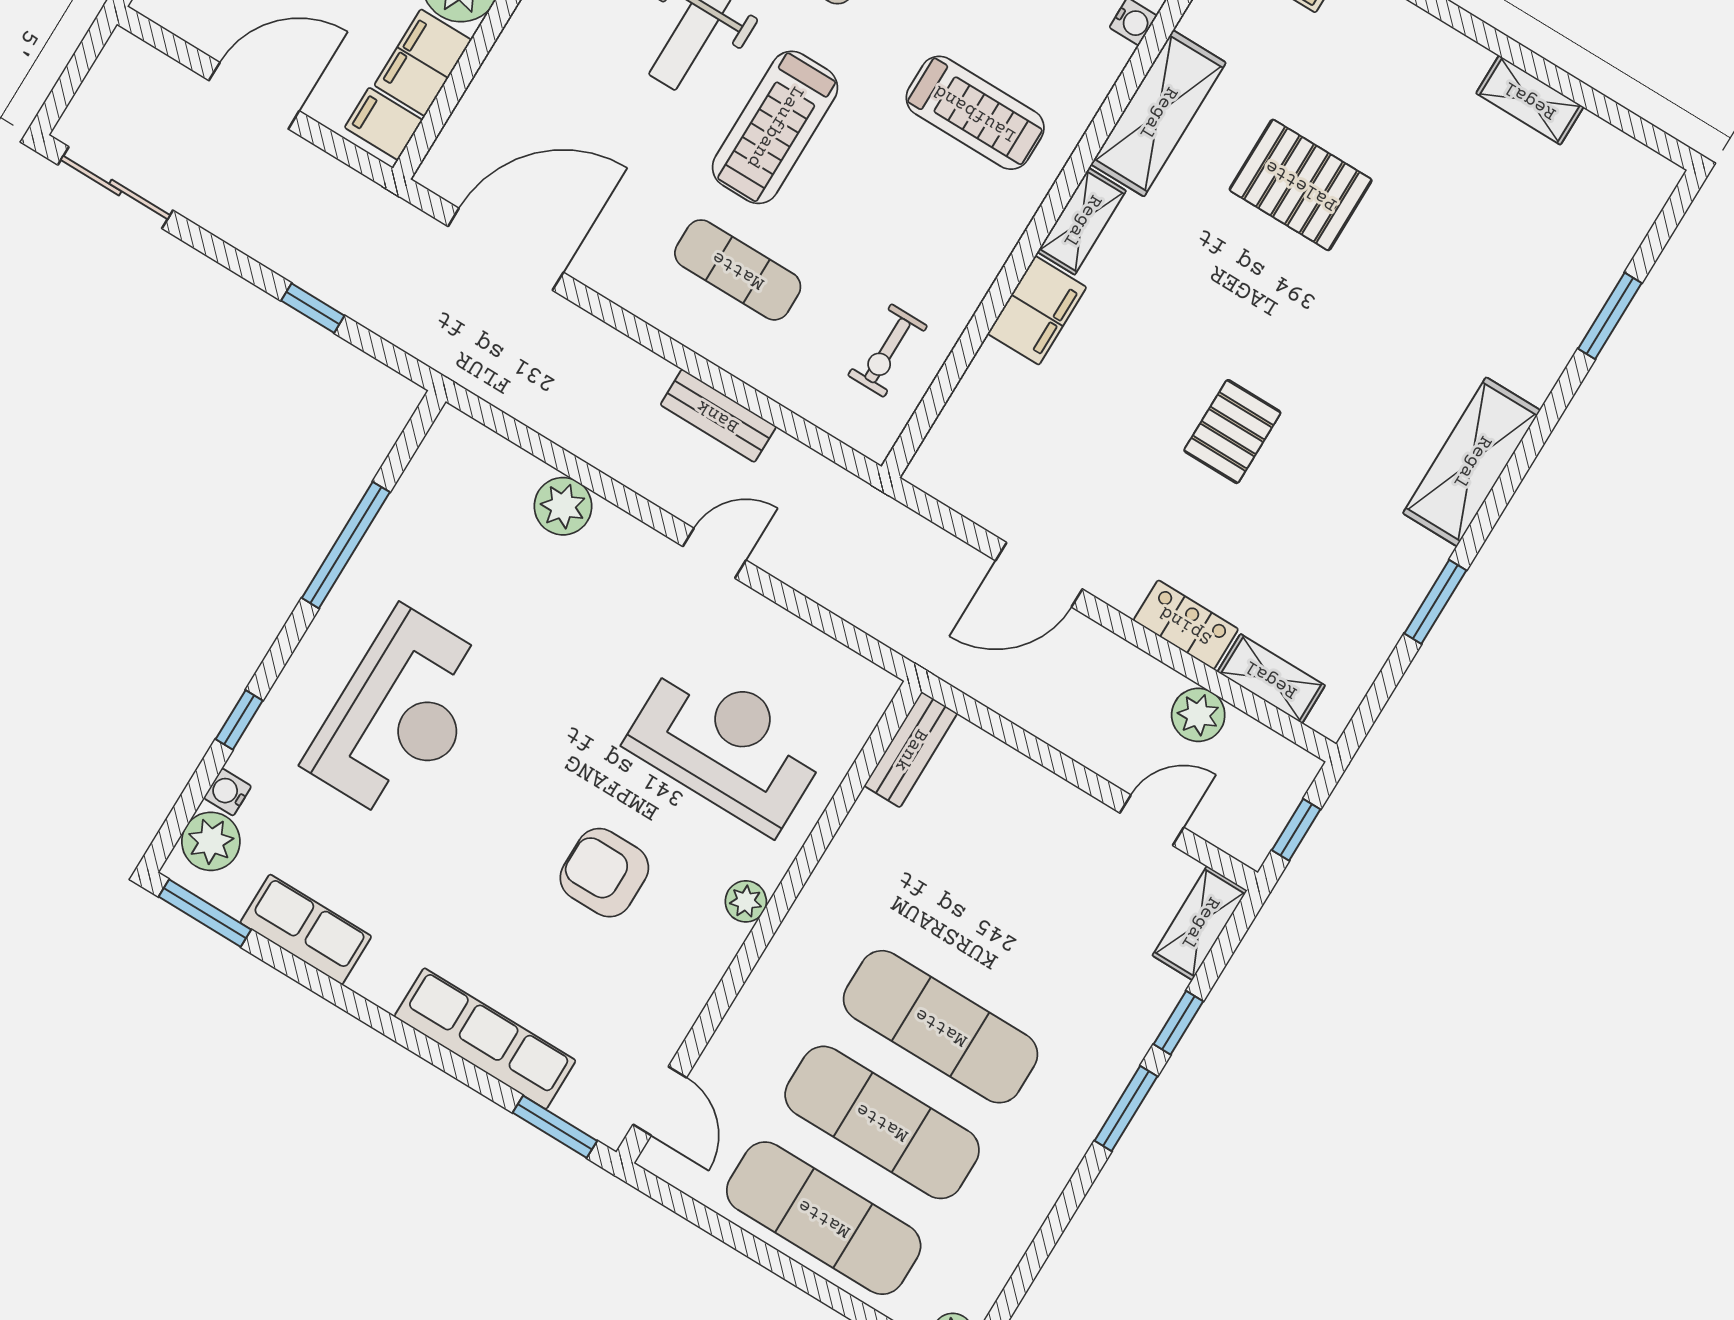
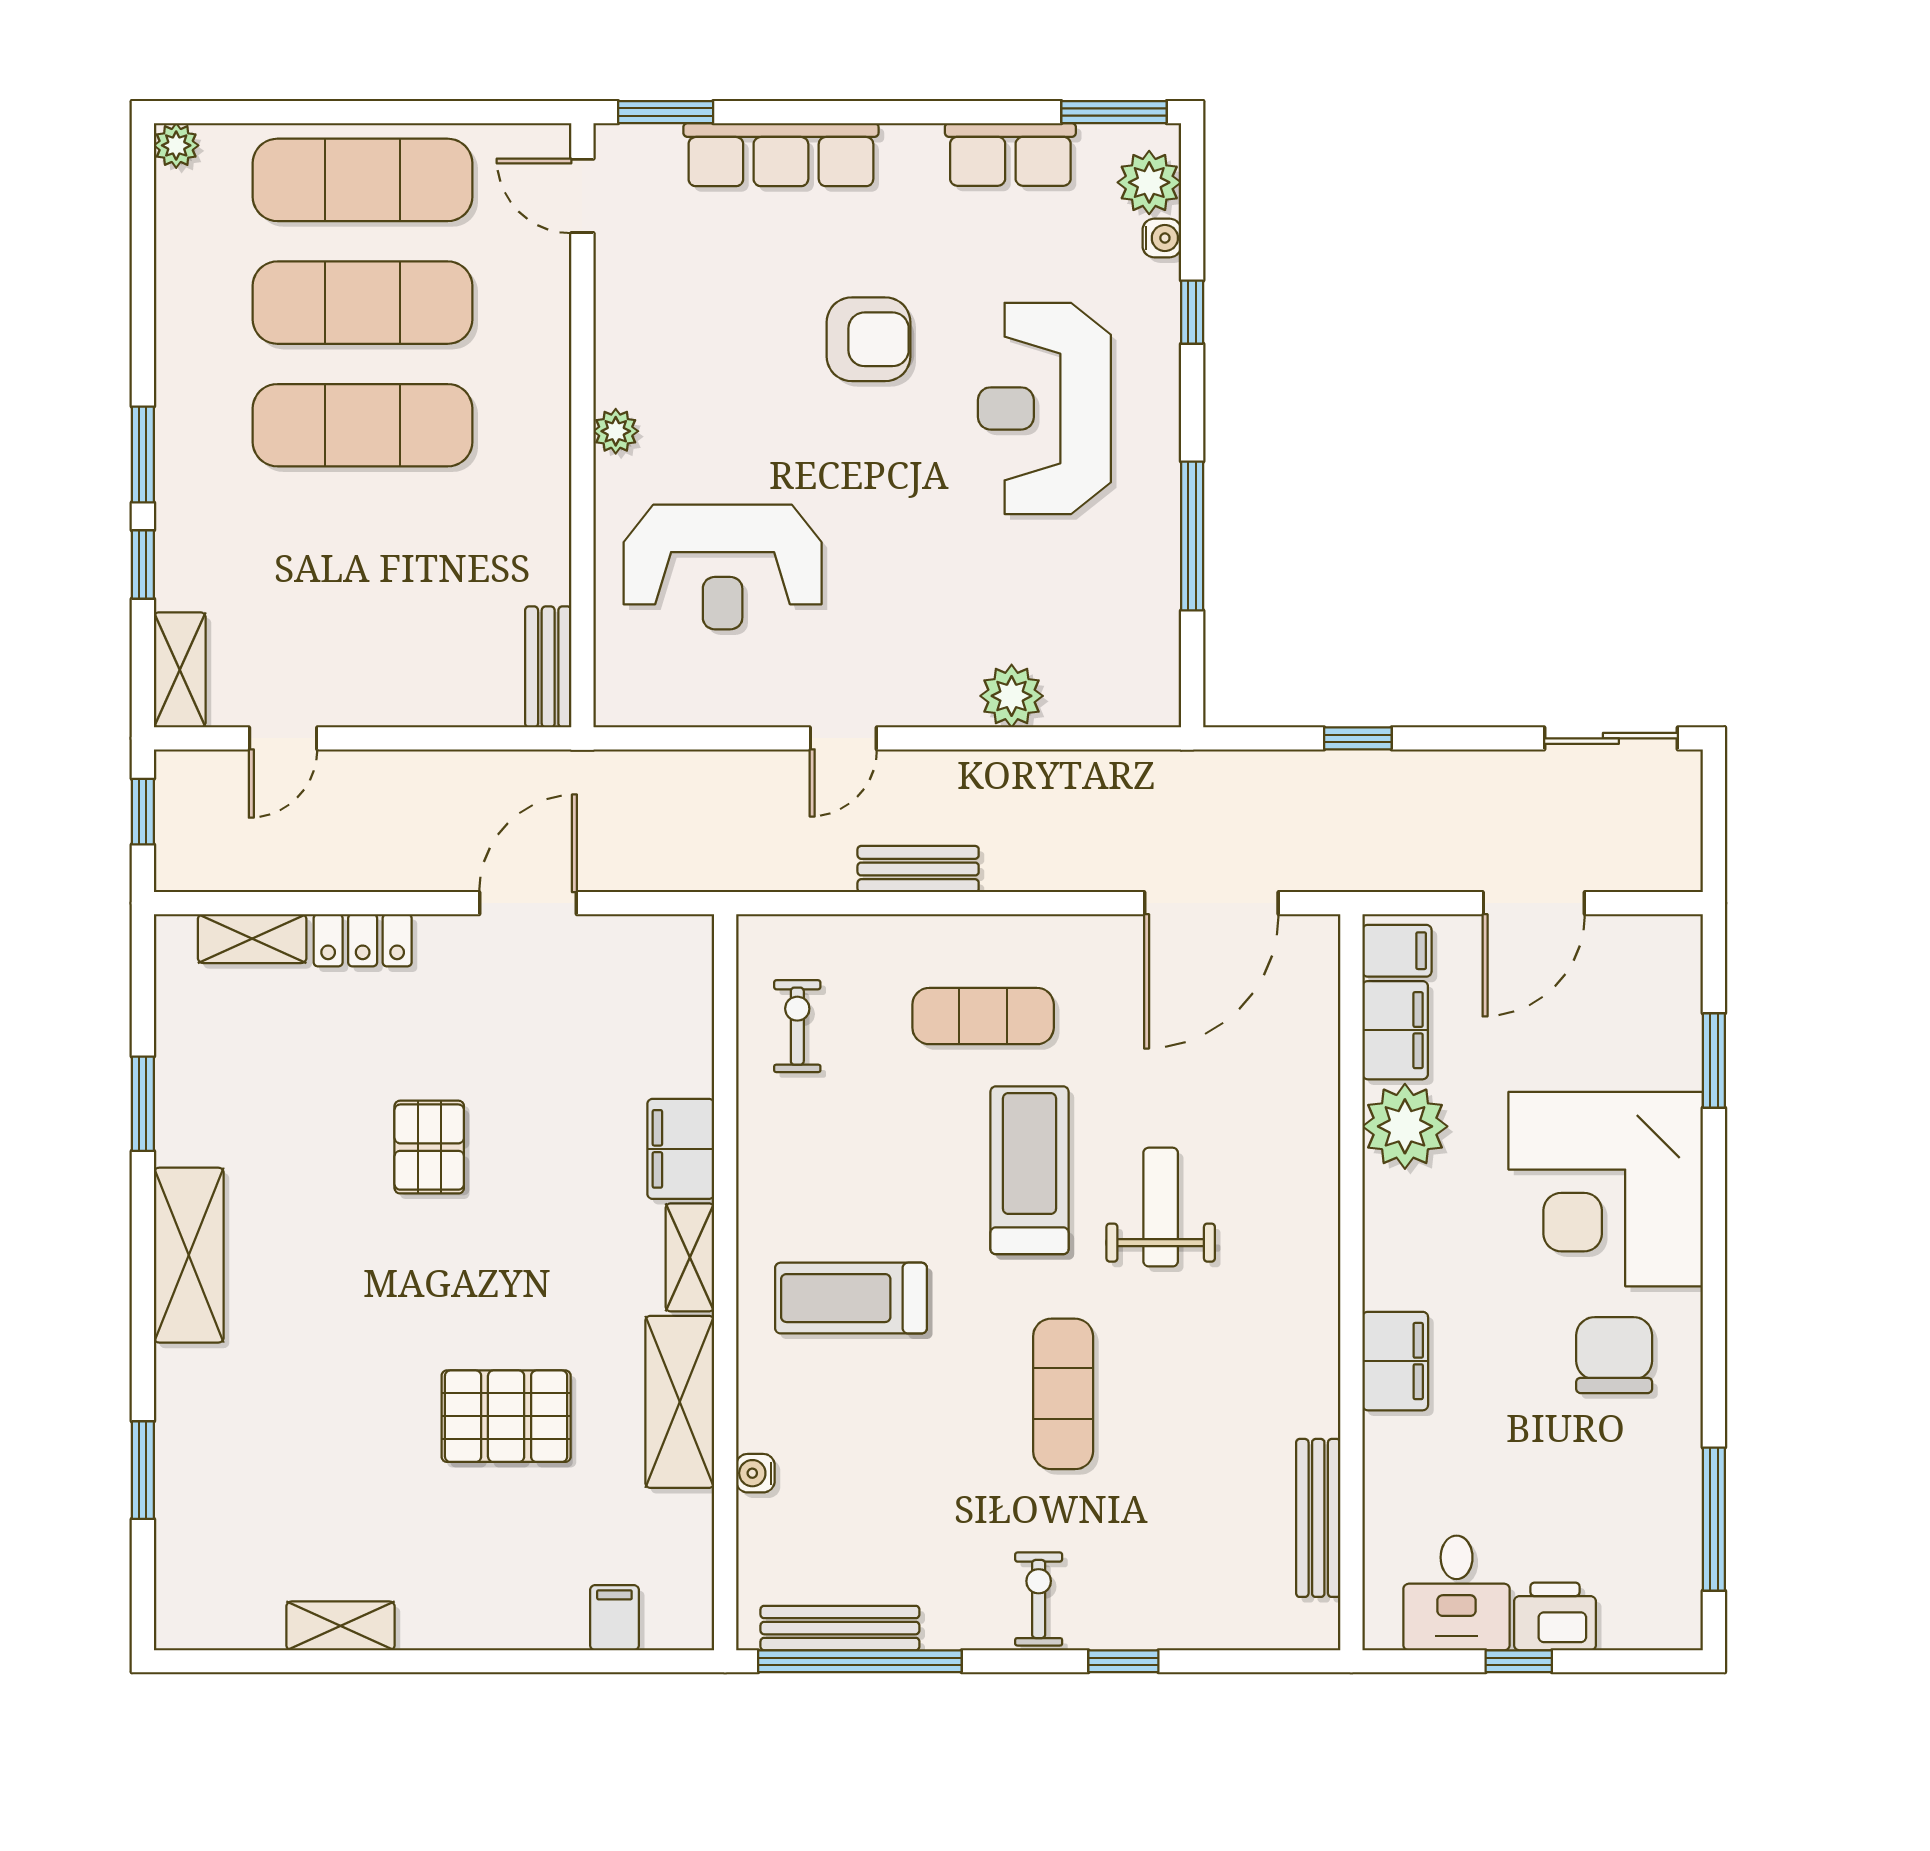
plant: (1198, 715) -> (300, 863), removed
armchair: (604, 873) -> (868, 339), moved

